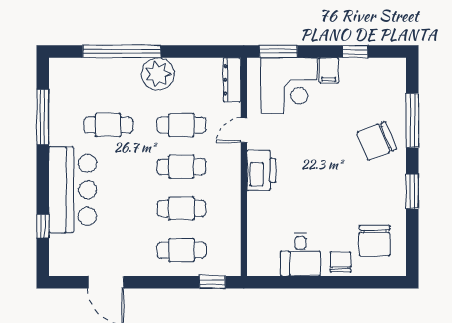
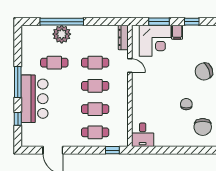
window: (278, 51) -> (159, 22), moved
plant: (158, 74) -> (62, 34), moved
window: (43, 117) -> (18, 82), moved
door: (244, 130) -> (130, 66), swing flipped
printer: (261, 170) -> (140, 88), removed
desk: (301, 255) -> (143, 135), moved
chair: (341, 262) -> (186, 104), moved

